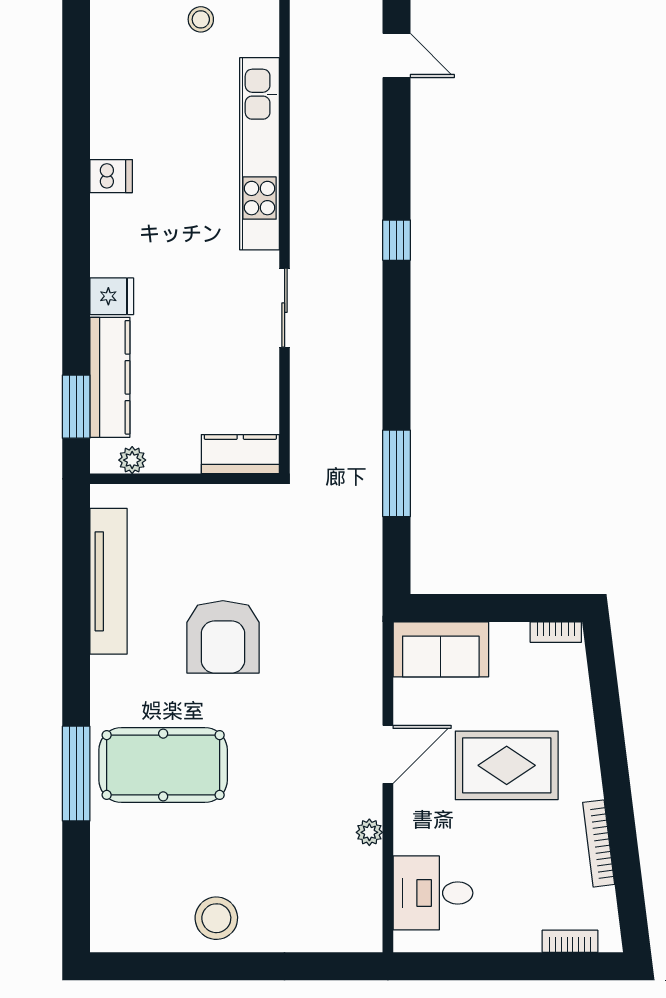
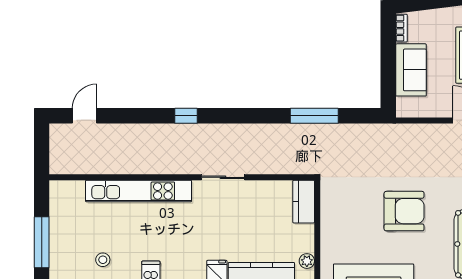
stool: (201, 19) -> (103, 260), moved
sofa: (441, 649) -> (411, 70), moved

